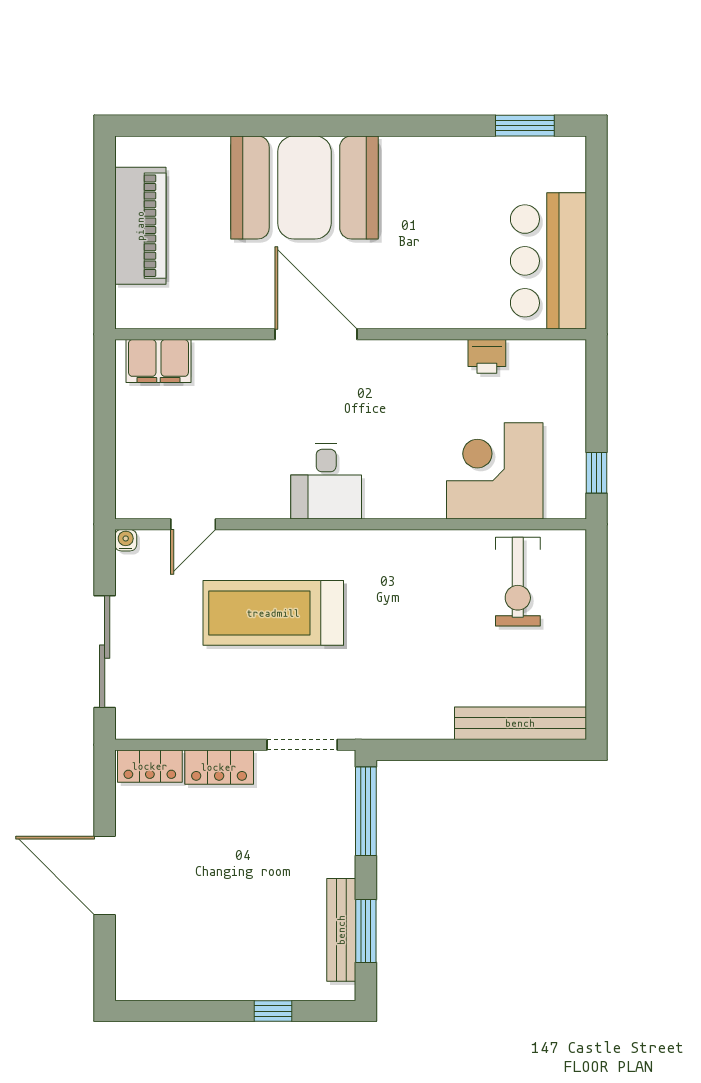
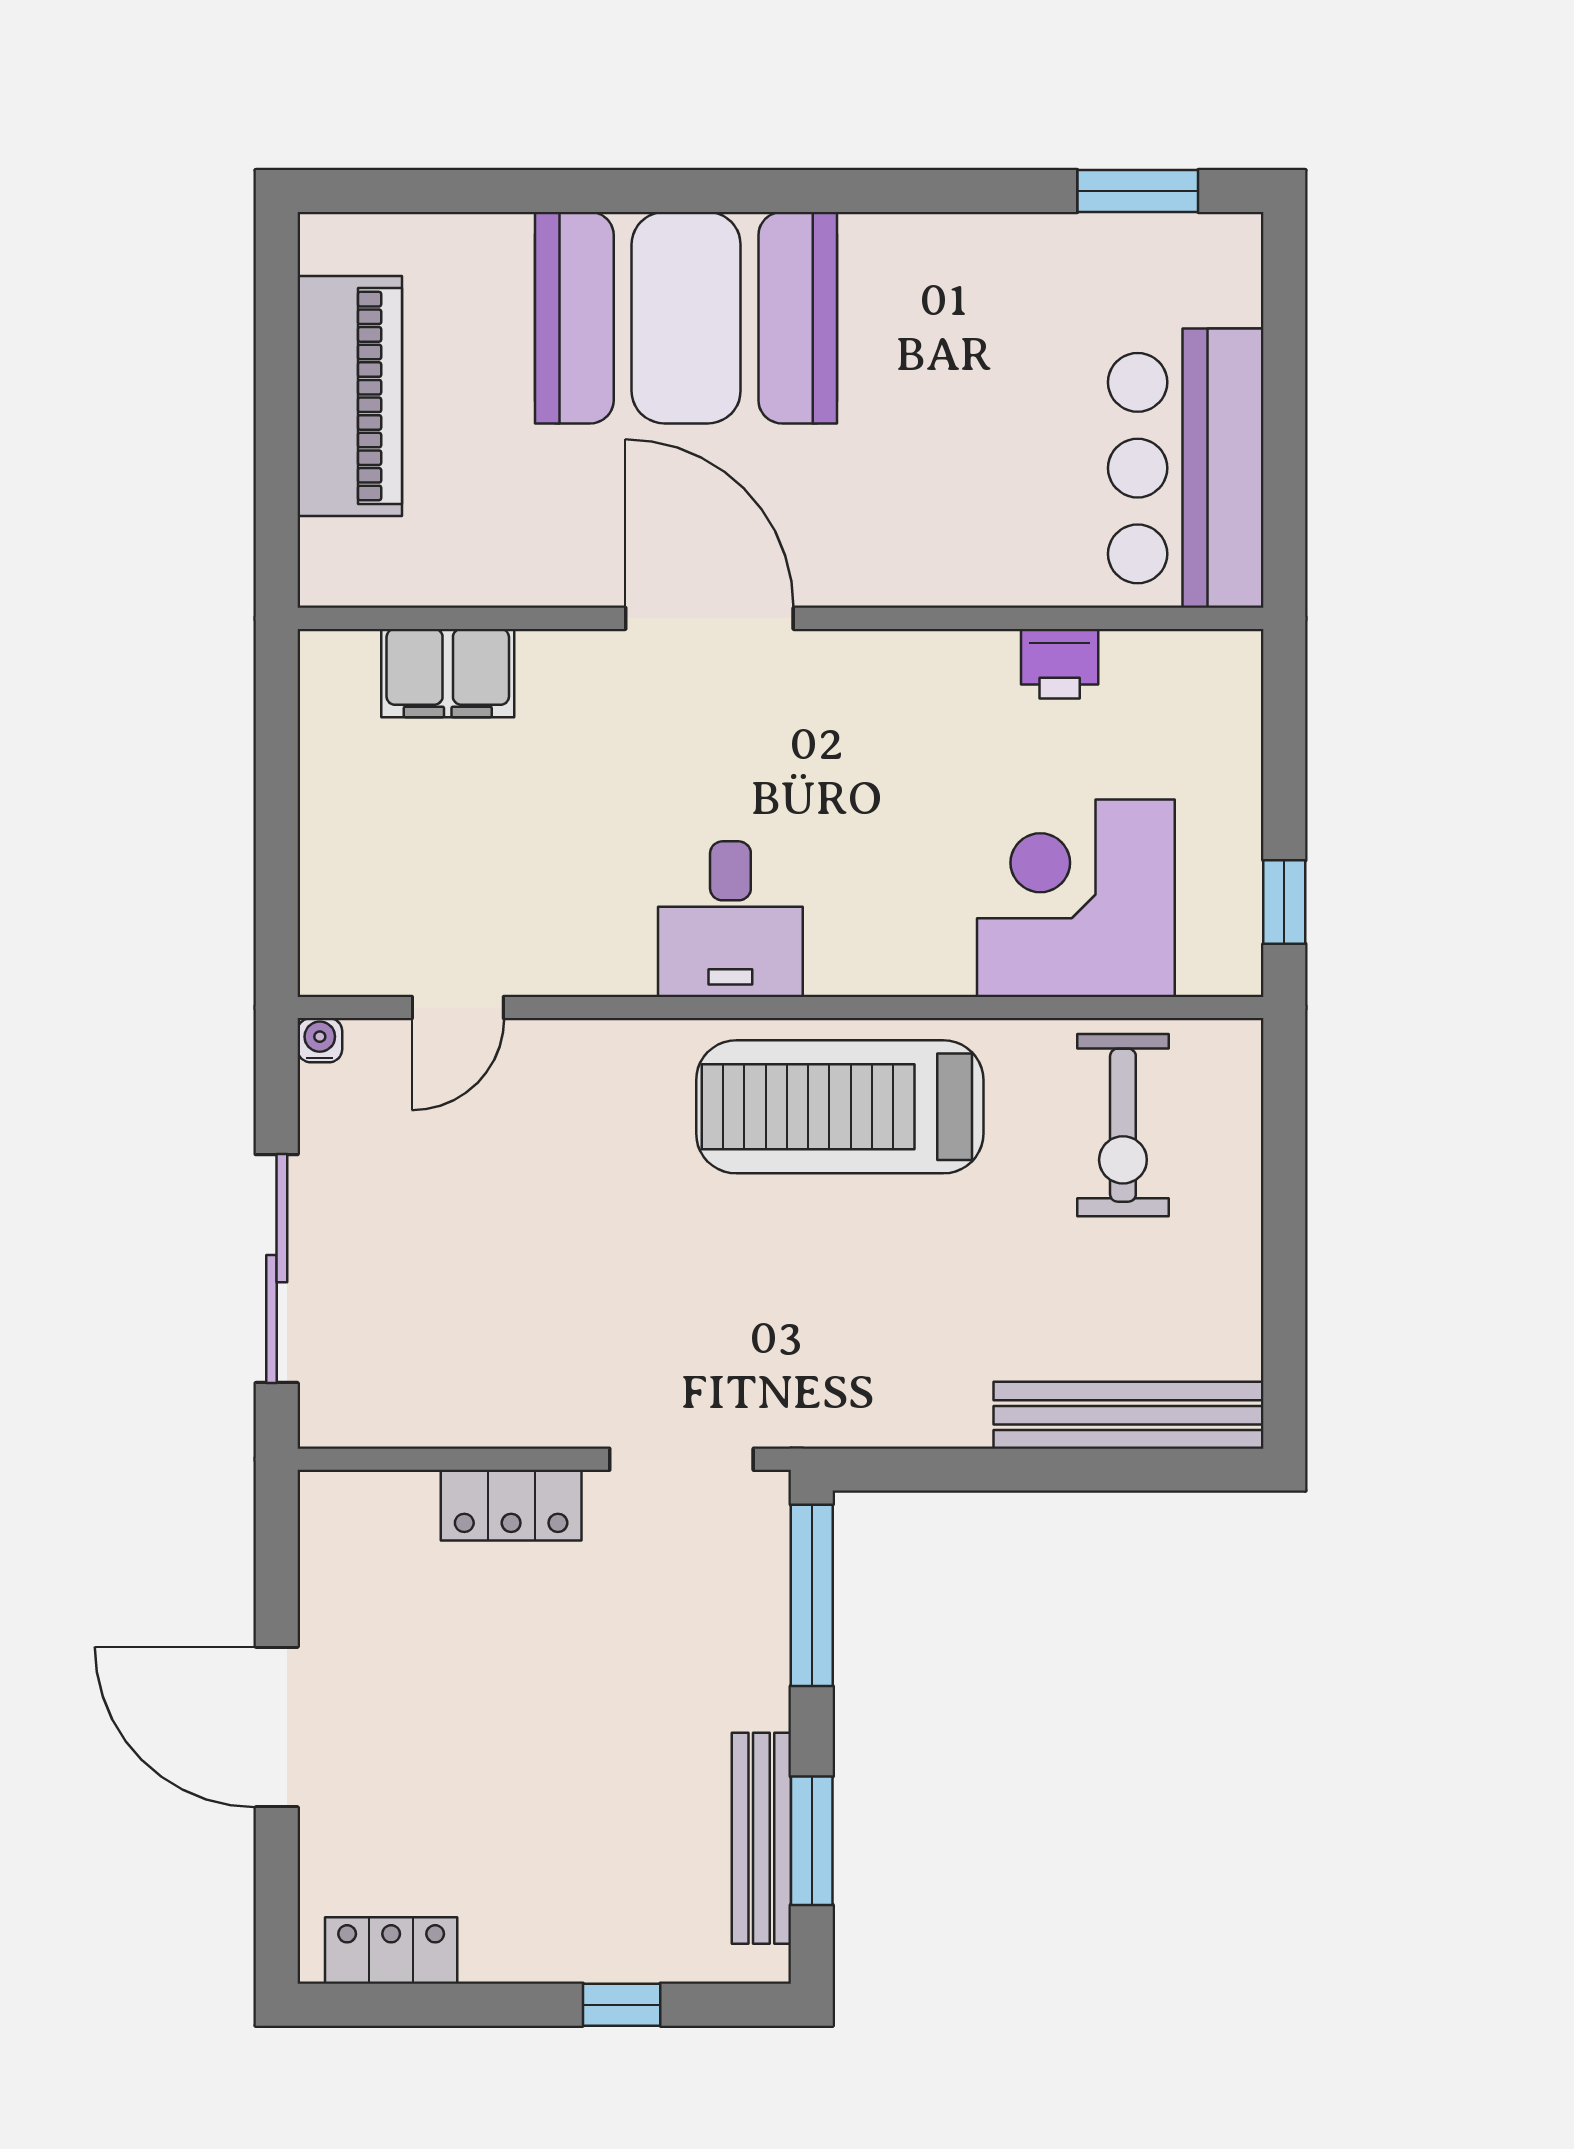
filing cabinet: (158, 361) -> (448, 673), moved
treadmill: (273, 613) -> (840, 1107), moved
locker: (150, 766) -> (391, 1950), moved, turned 180

